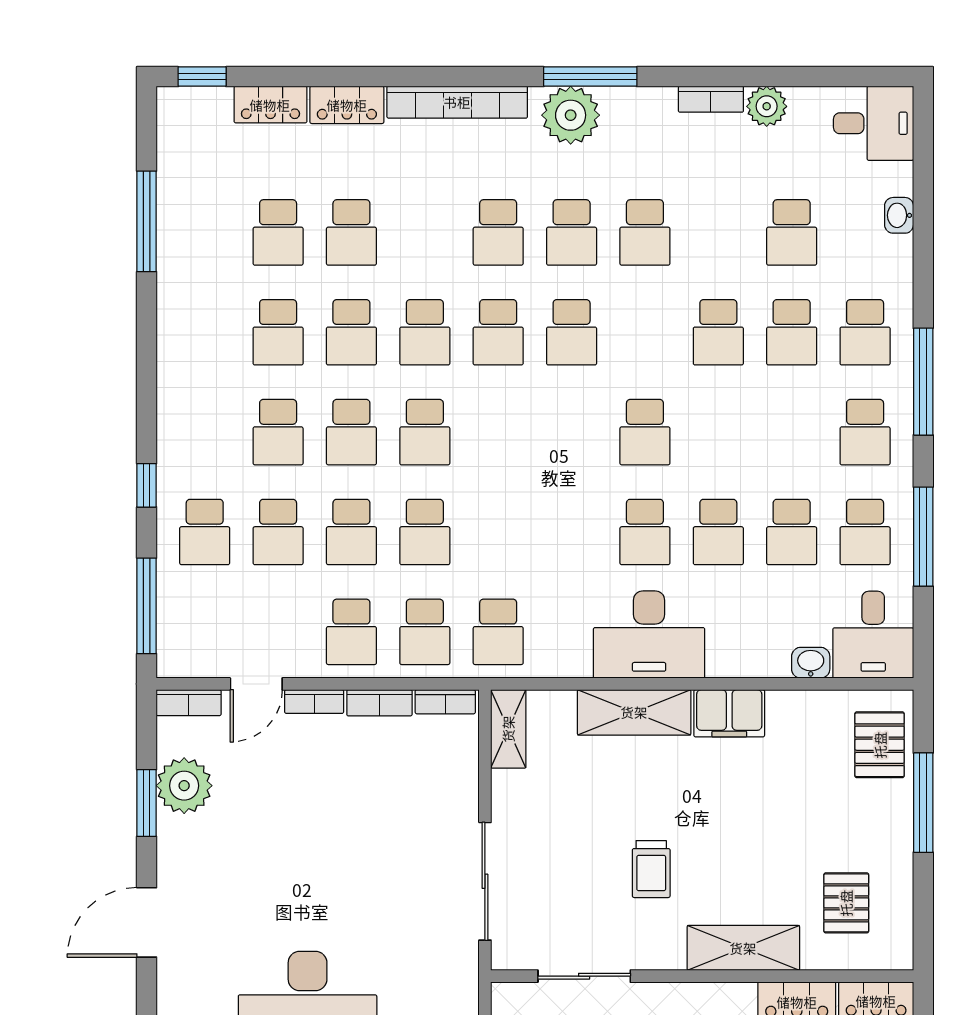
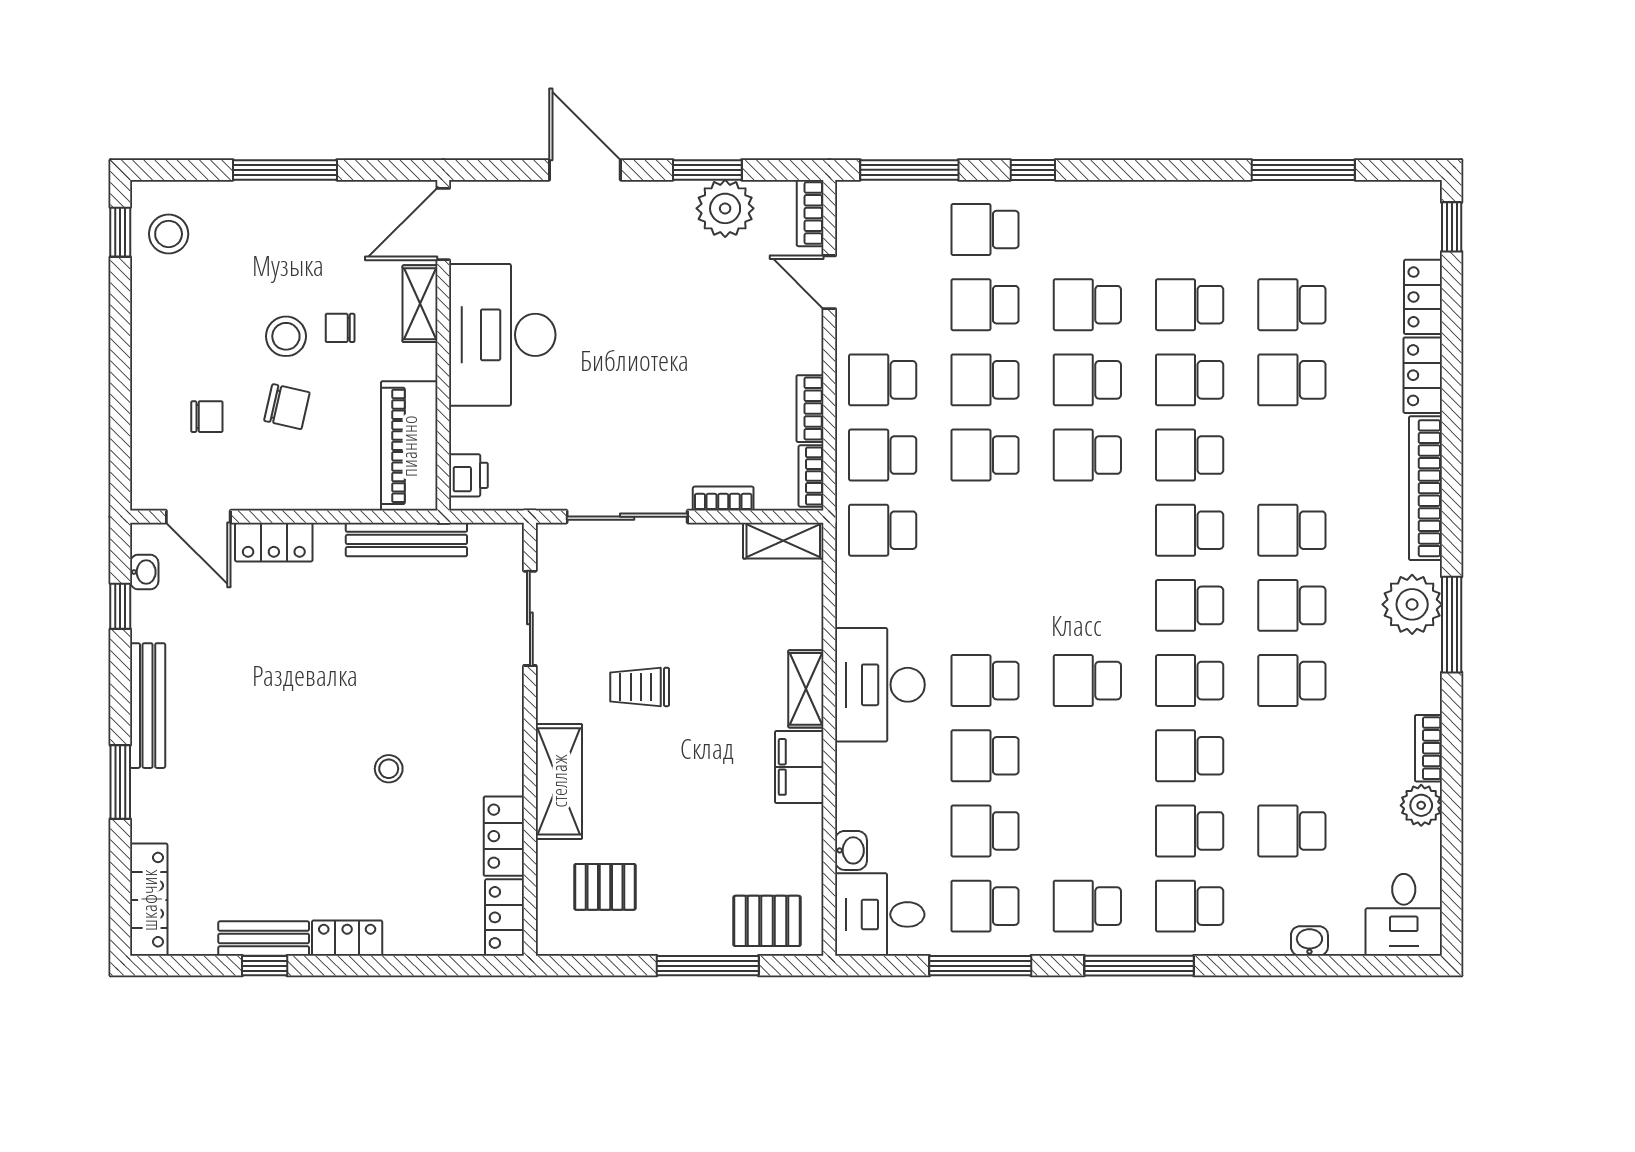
school desk: (645, 332) -> (1190, 681), added
bookcase: (314, 702) -> (723, 499), moved, turned 90
shelving: (634, 712) -> (806, 689), width x0.67, depth x0.75

